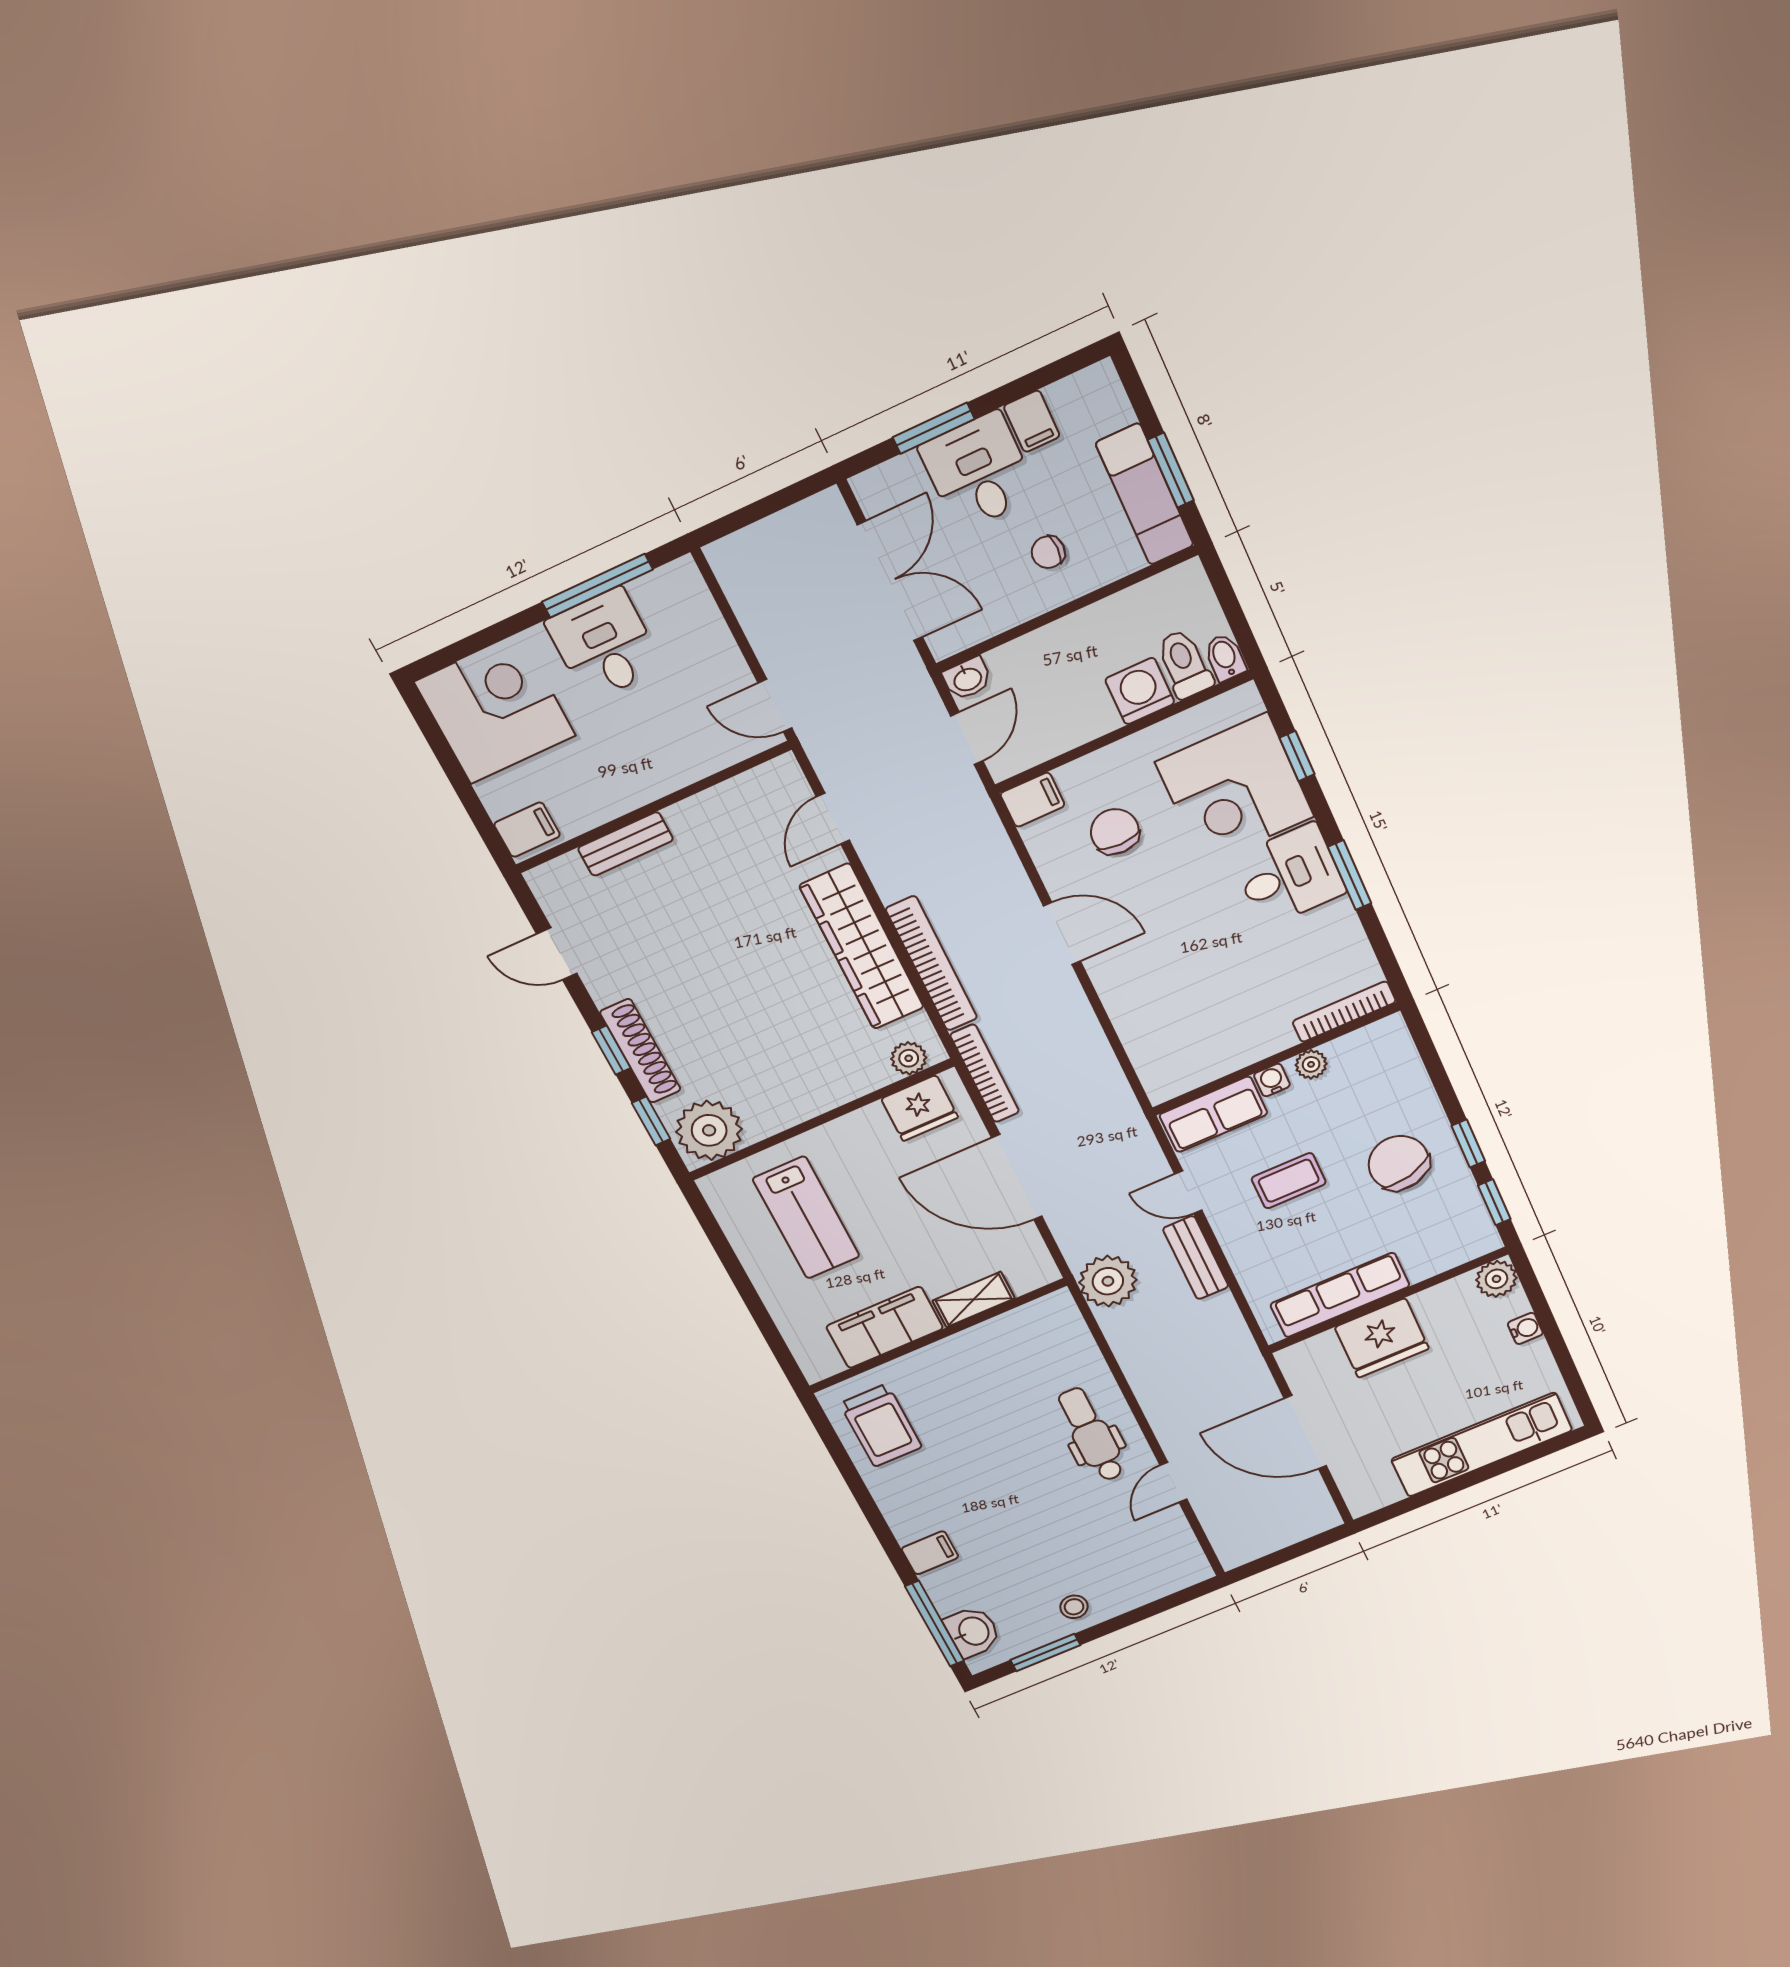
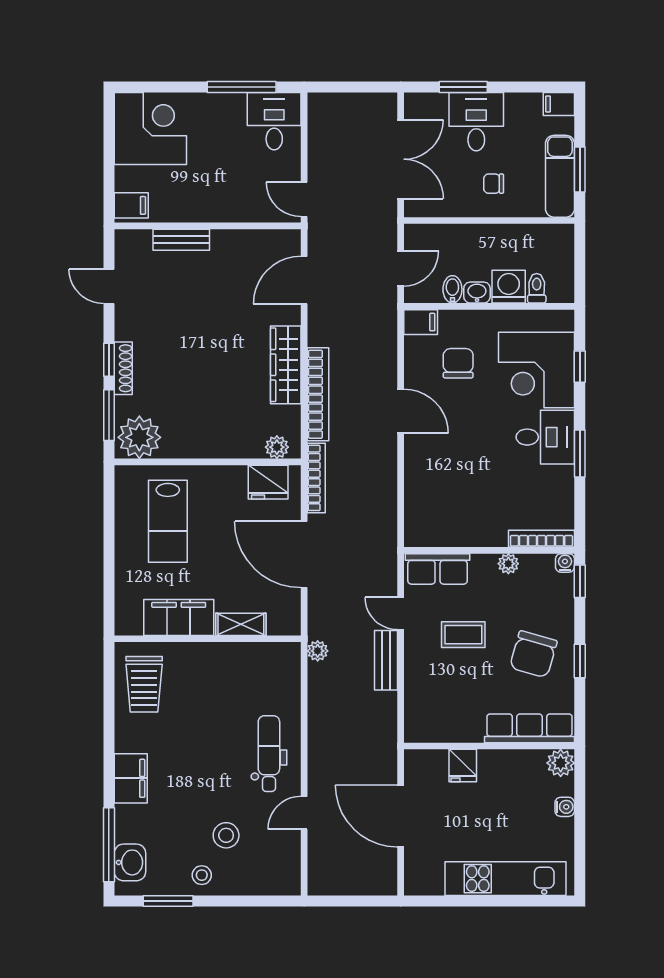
filing cabinet: (1032, 421) -> (559, 104), moved, turned 90
desk: (605, 645) -> (274, 121), moved
bidet: (1225, 657) -> (452, 289), moved
toilet: (1184, 664) -> (537, 288), width x0.73, depth x0.72
washbasin: (967, 679) -> (477, 293), moved, turned 180
door: (833, 819) -> (304, 280), width x1.38
wardrobe: (862, 947) -> (286, 365), width x0.71, depth x0.85
shoe rack: (640, 1051) -> (123, 368), width x0.74, depth x0.81
water cooler: (1272, 1080) -> (565, 563), moved
window: (651, 1121) -> (109, 415), width x1.50
chair: (1399, 1163) -> (533, 654), turned -149
window: (1494, 1202) -> (580, 581), moved
plant: (1108, 1281) -> (318, 651), width x0.53, depth x0.53
row of seats: (1340, 1295) -> (530, 728), moved
fridge: (1382, 1338) -> (463, 766), width x0.53, depth x0.75
stool: (1083, 1550) -> (226, 835), added
filing cabinet: (930, 1553) -> (131, 778), width x2.00

